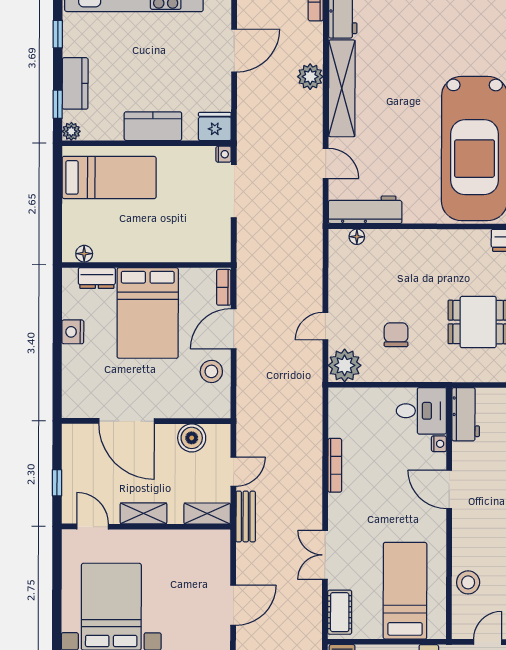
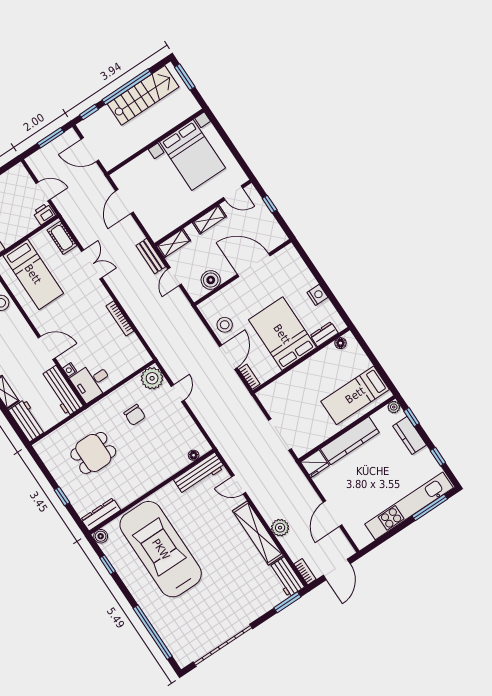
kitchen counter: (153, 126) -> (350, 441), width x1.50
nightstand: (224, 154) -> (300, 451), removed
workbench: (466, 414) -> (62, 391), width x1.38

